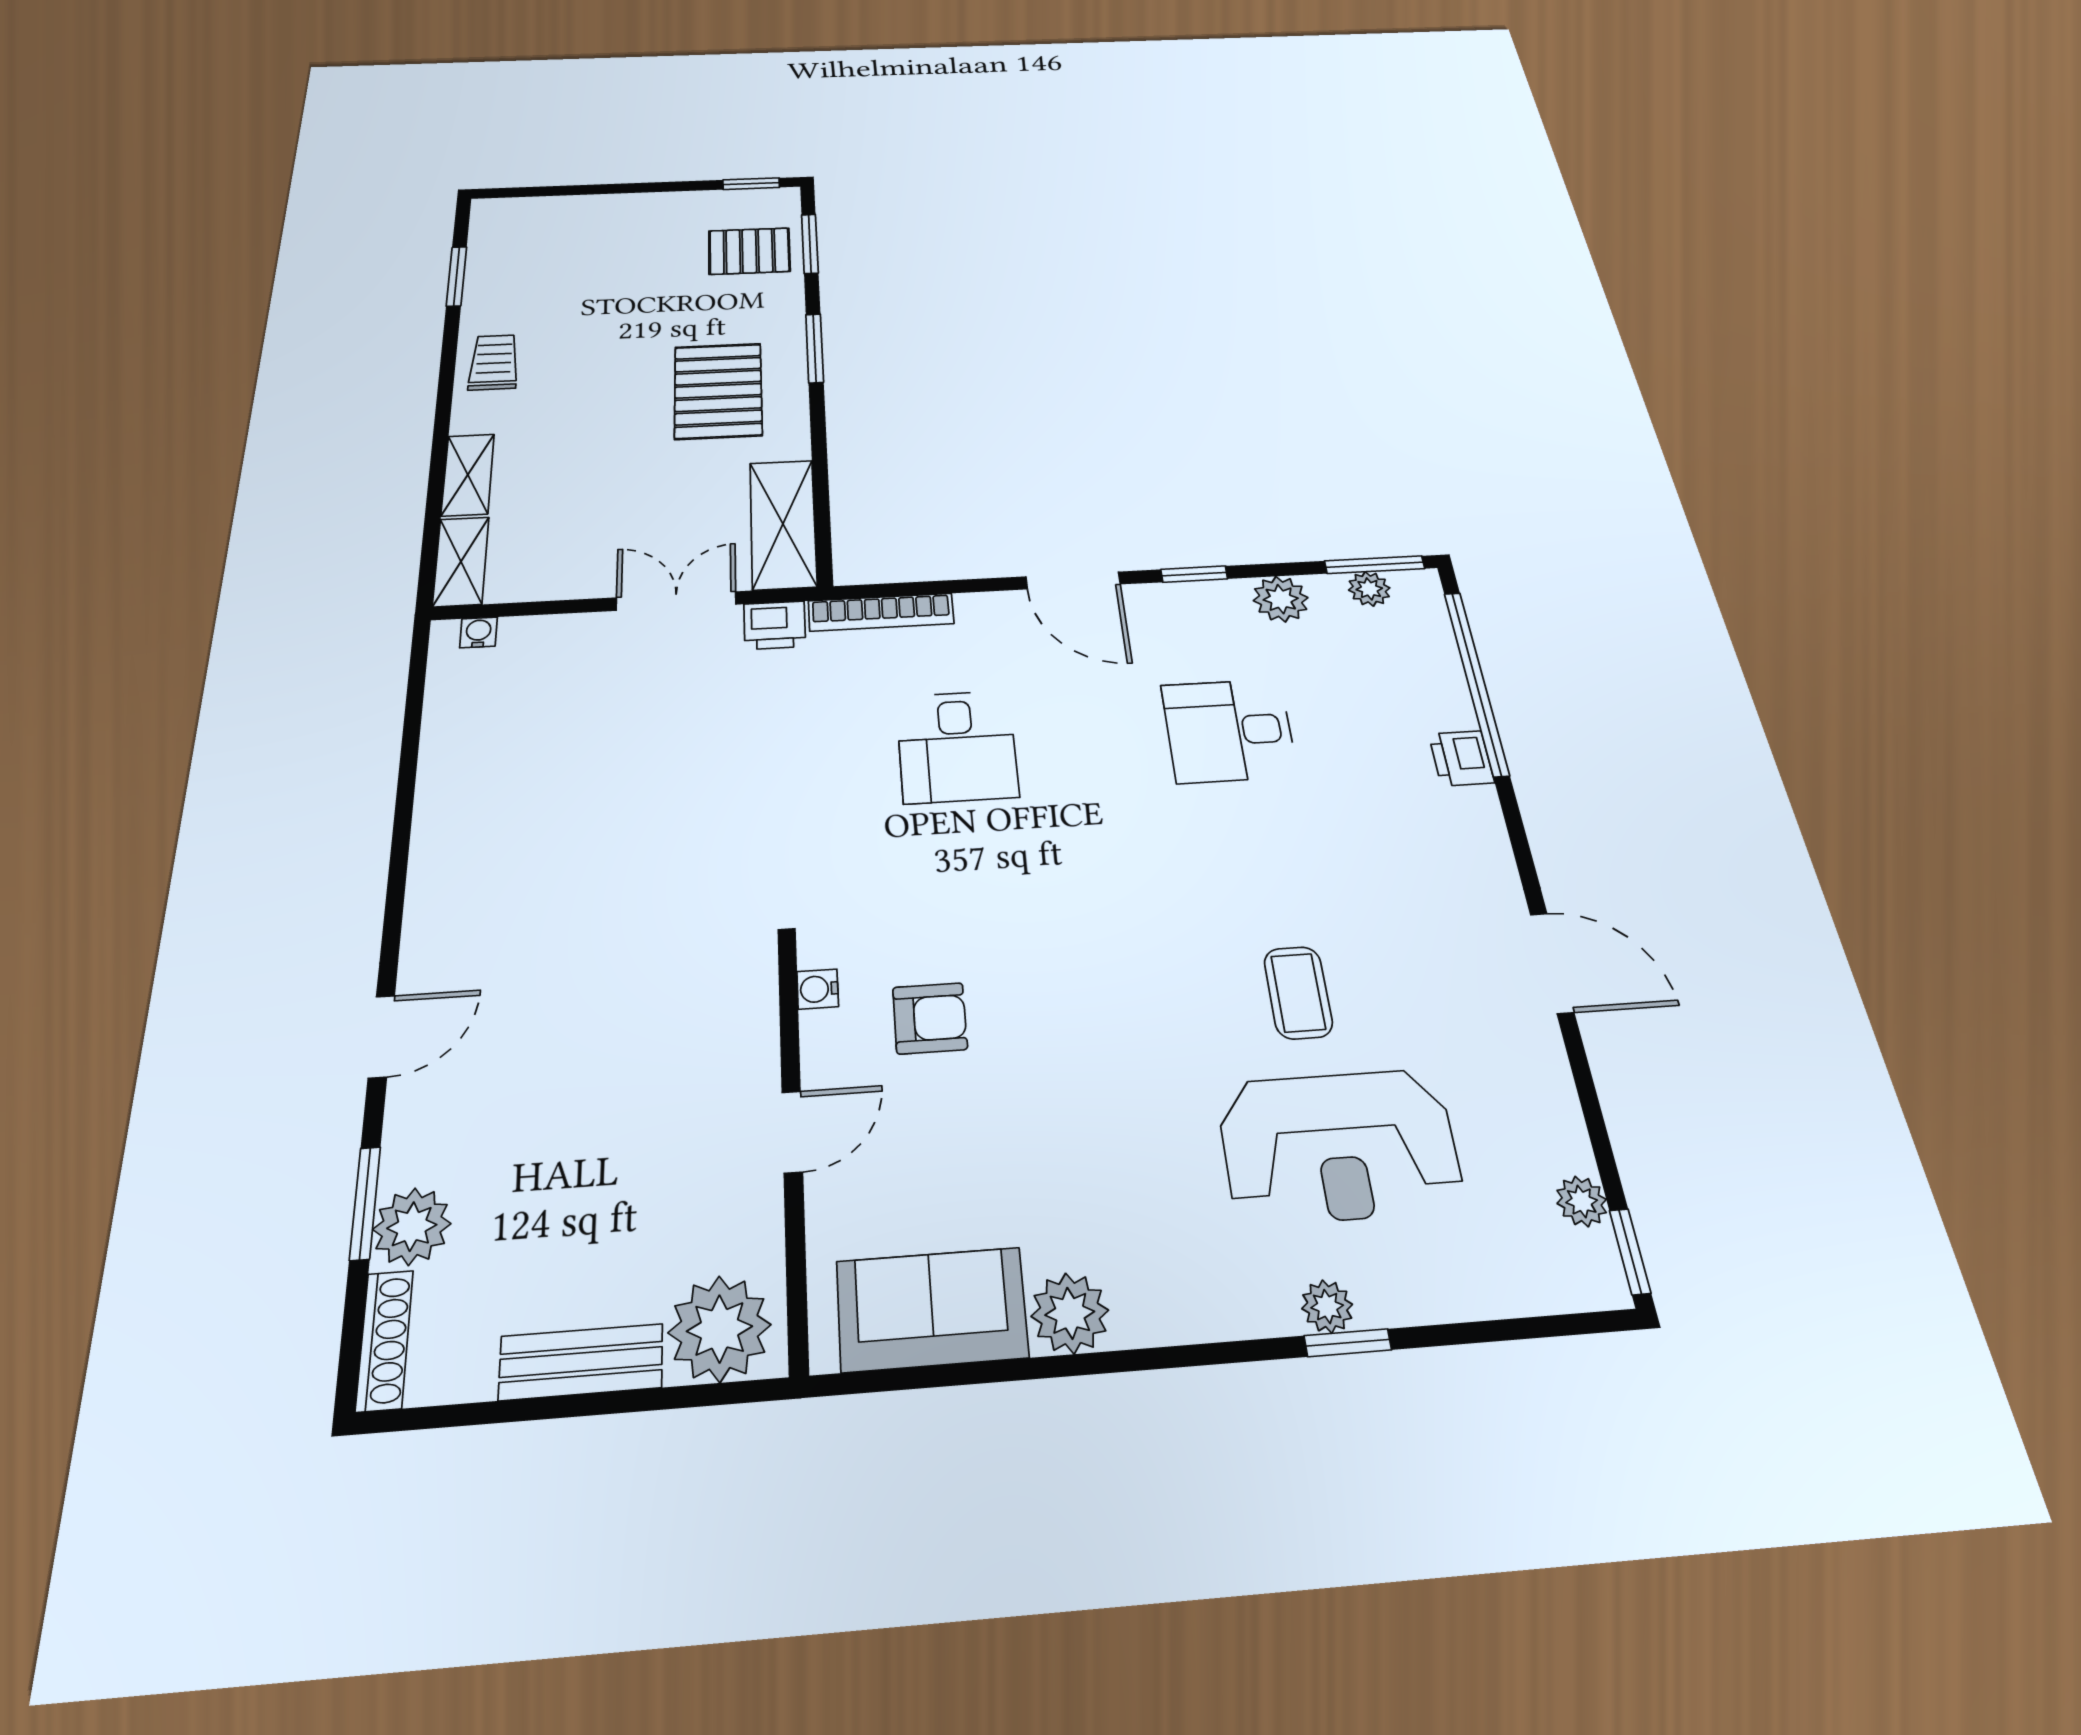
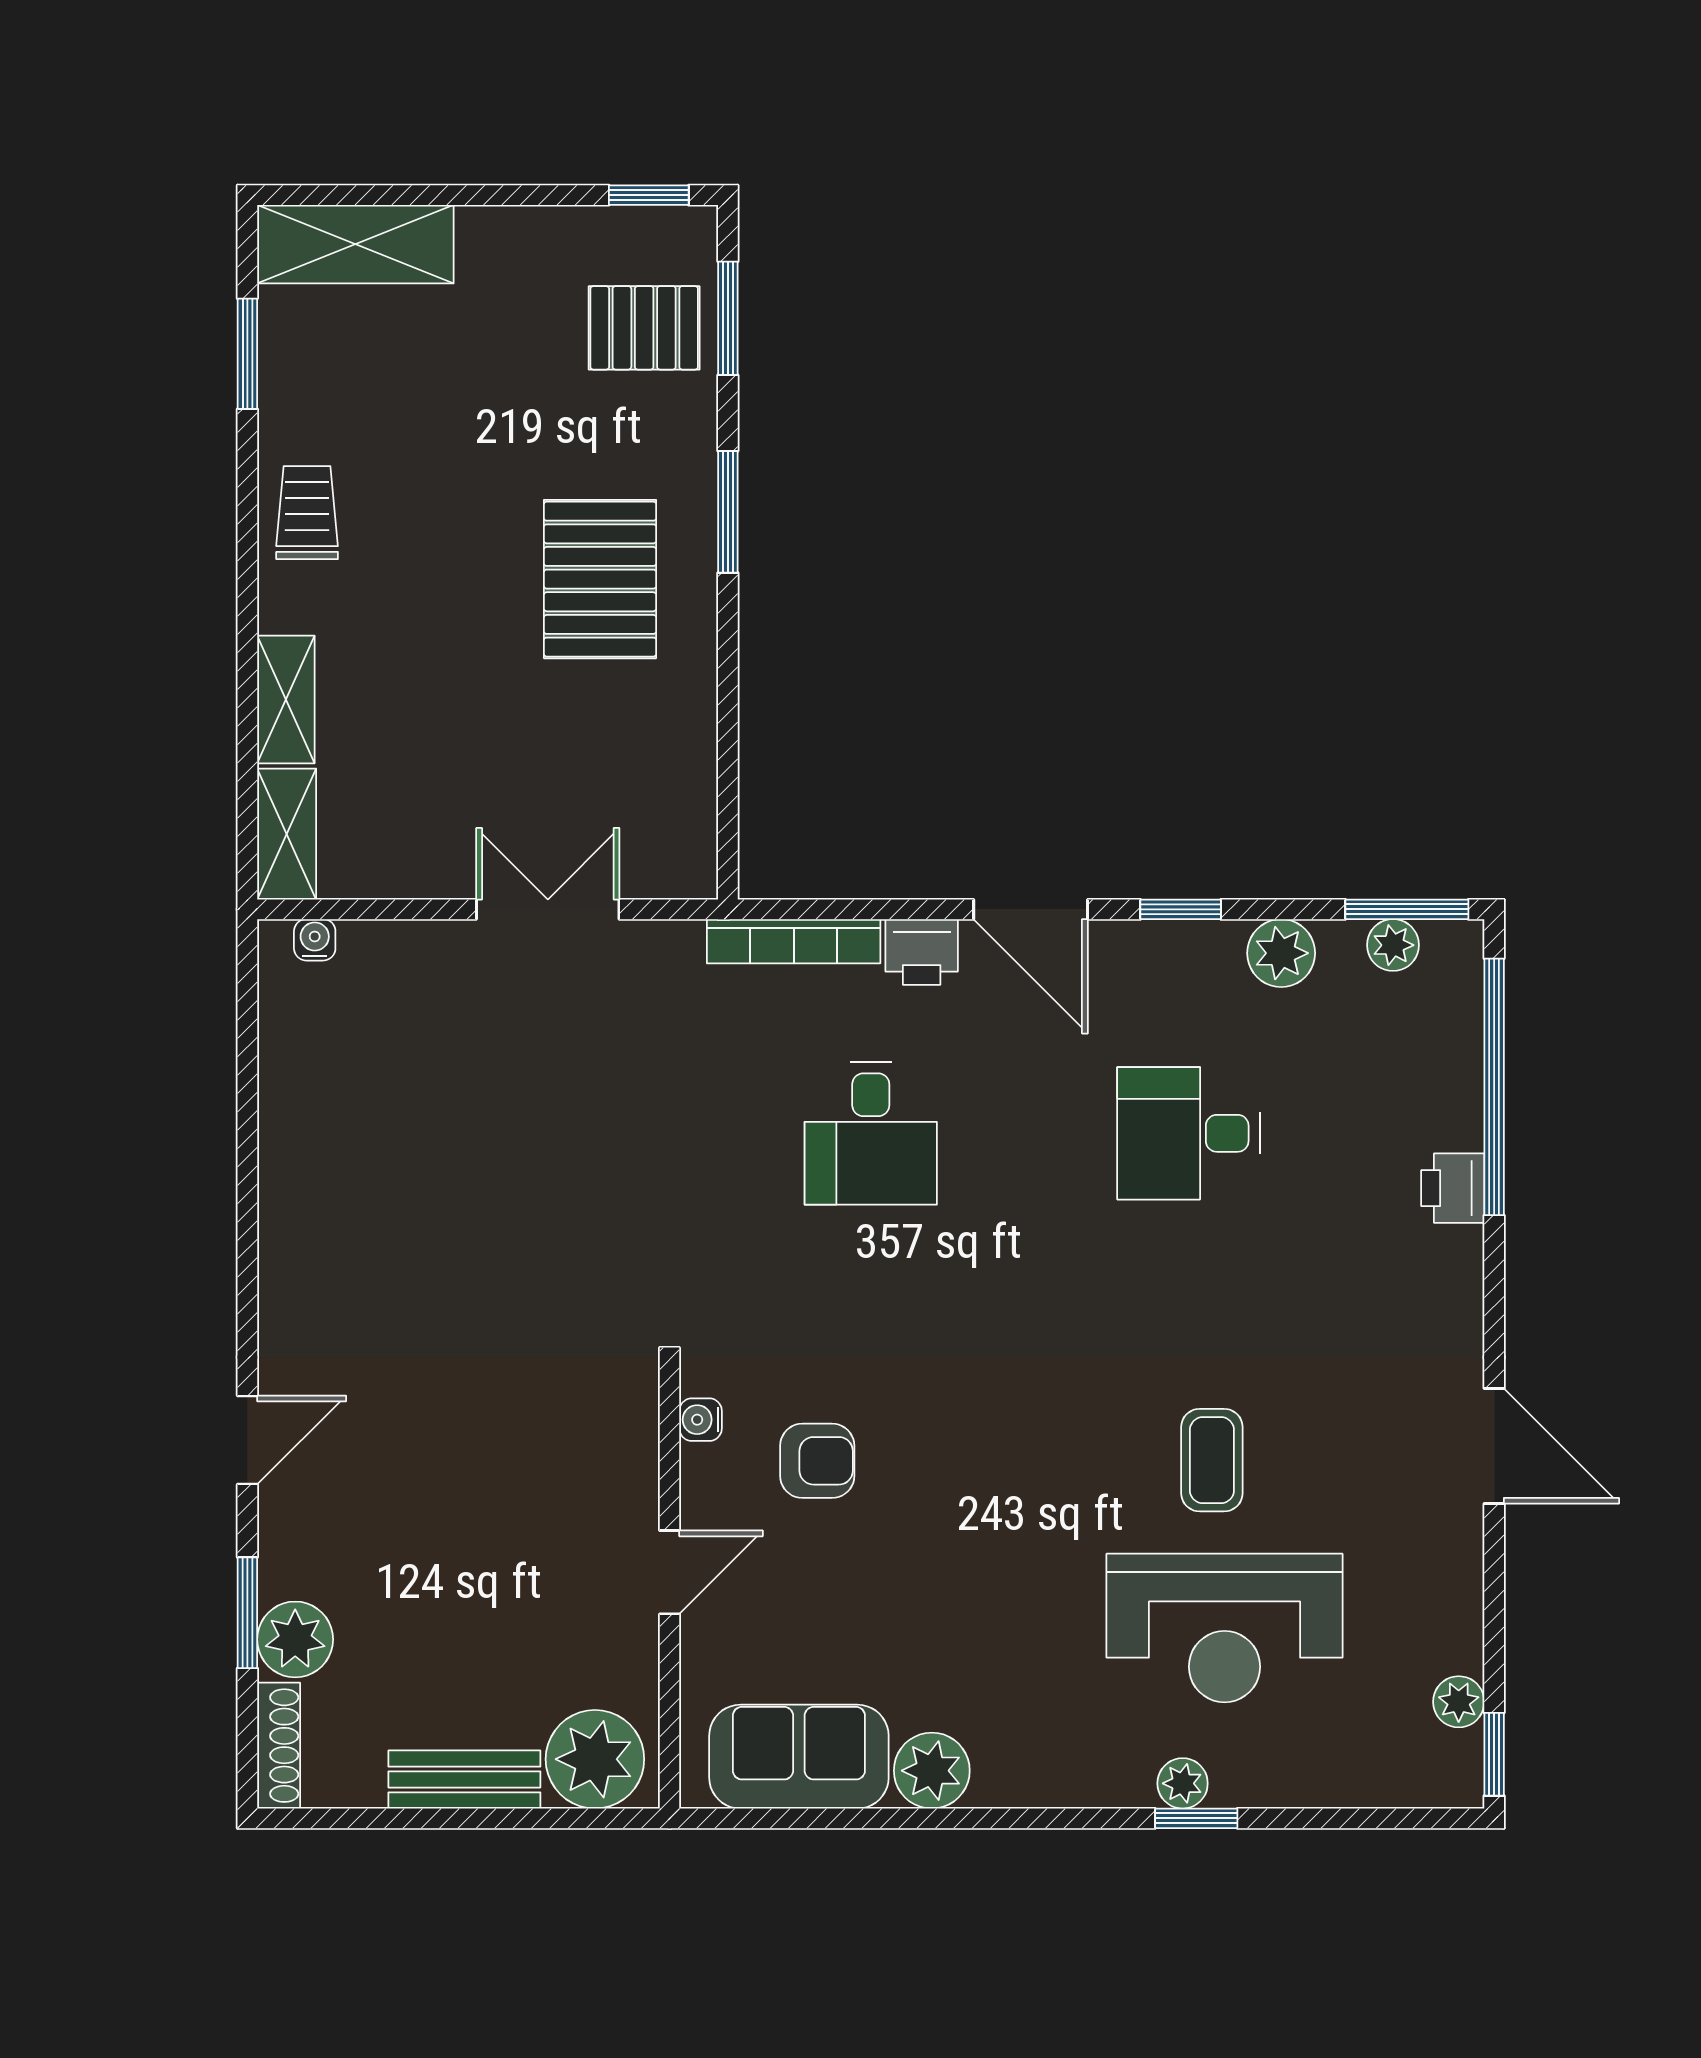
shelving: (783, 524) -> (355, 244), moved, turned 90
printer: (775, 625) -> (922, 952), moved

